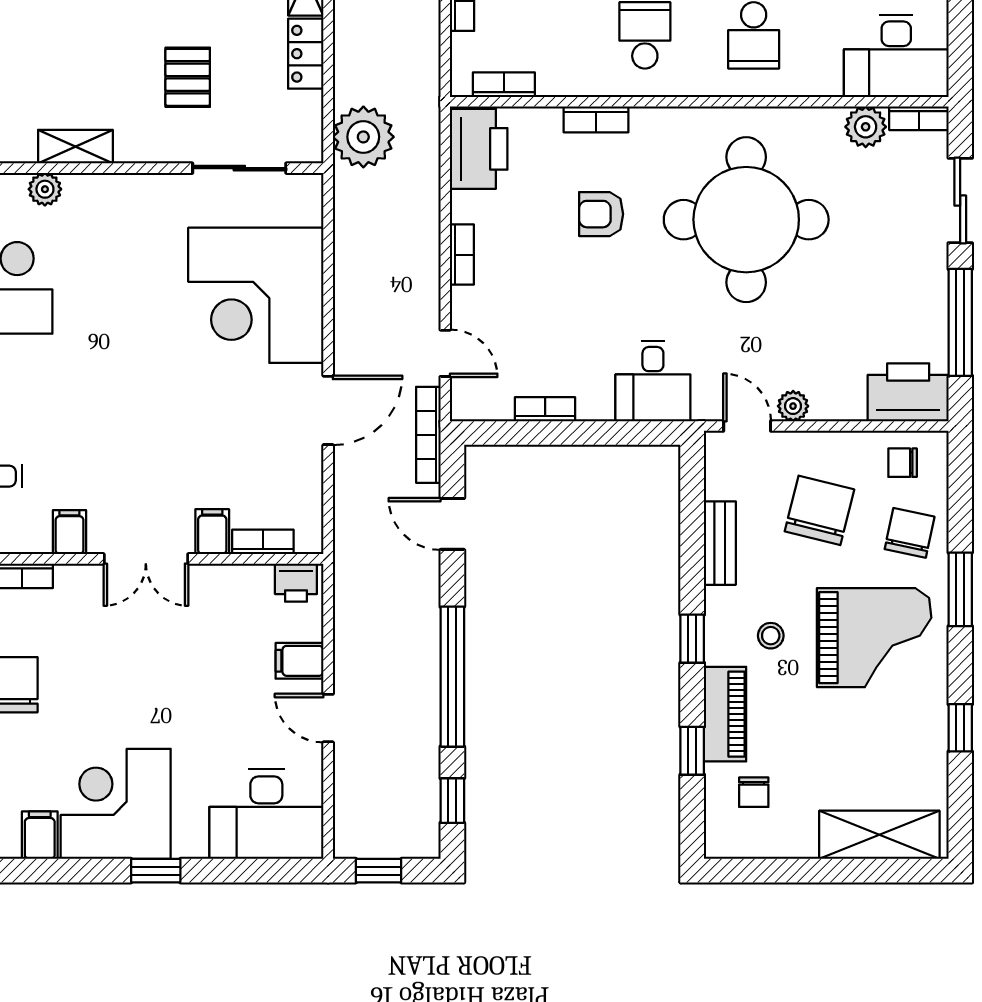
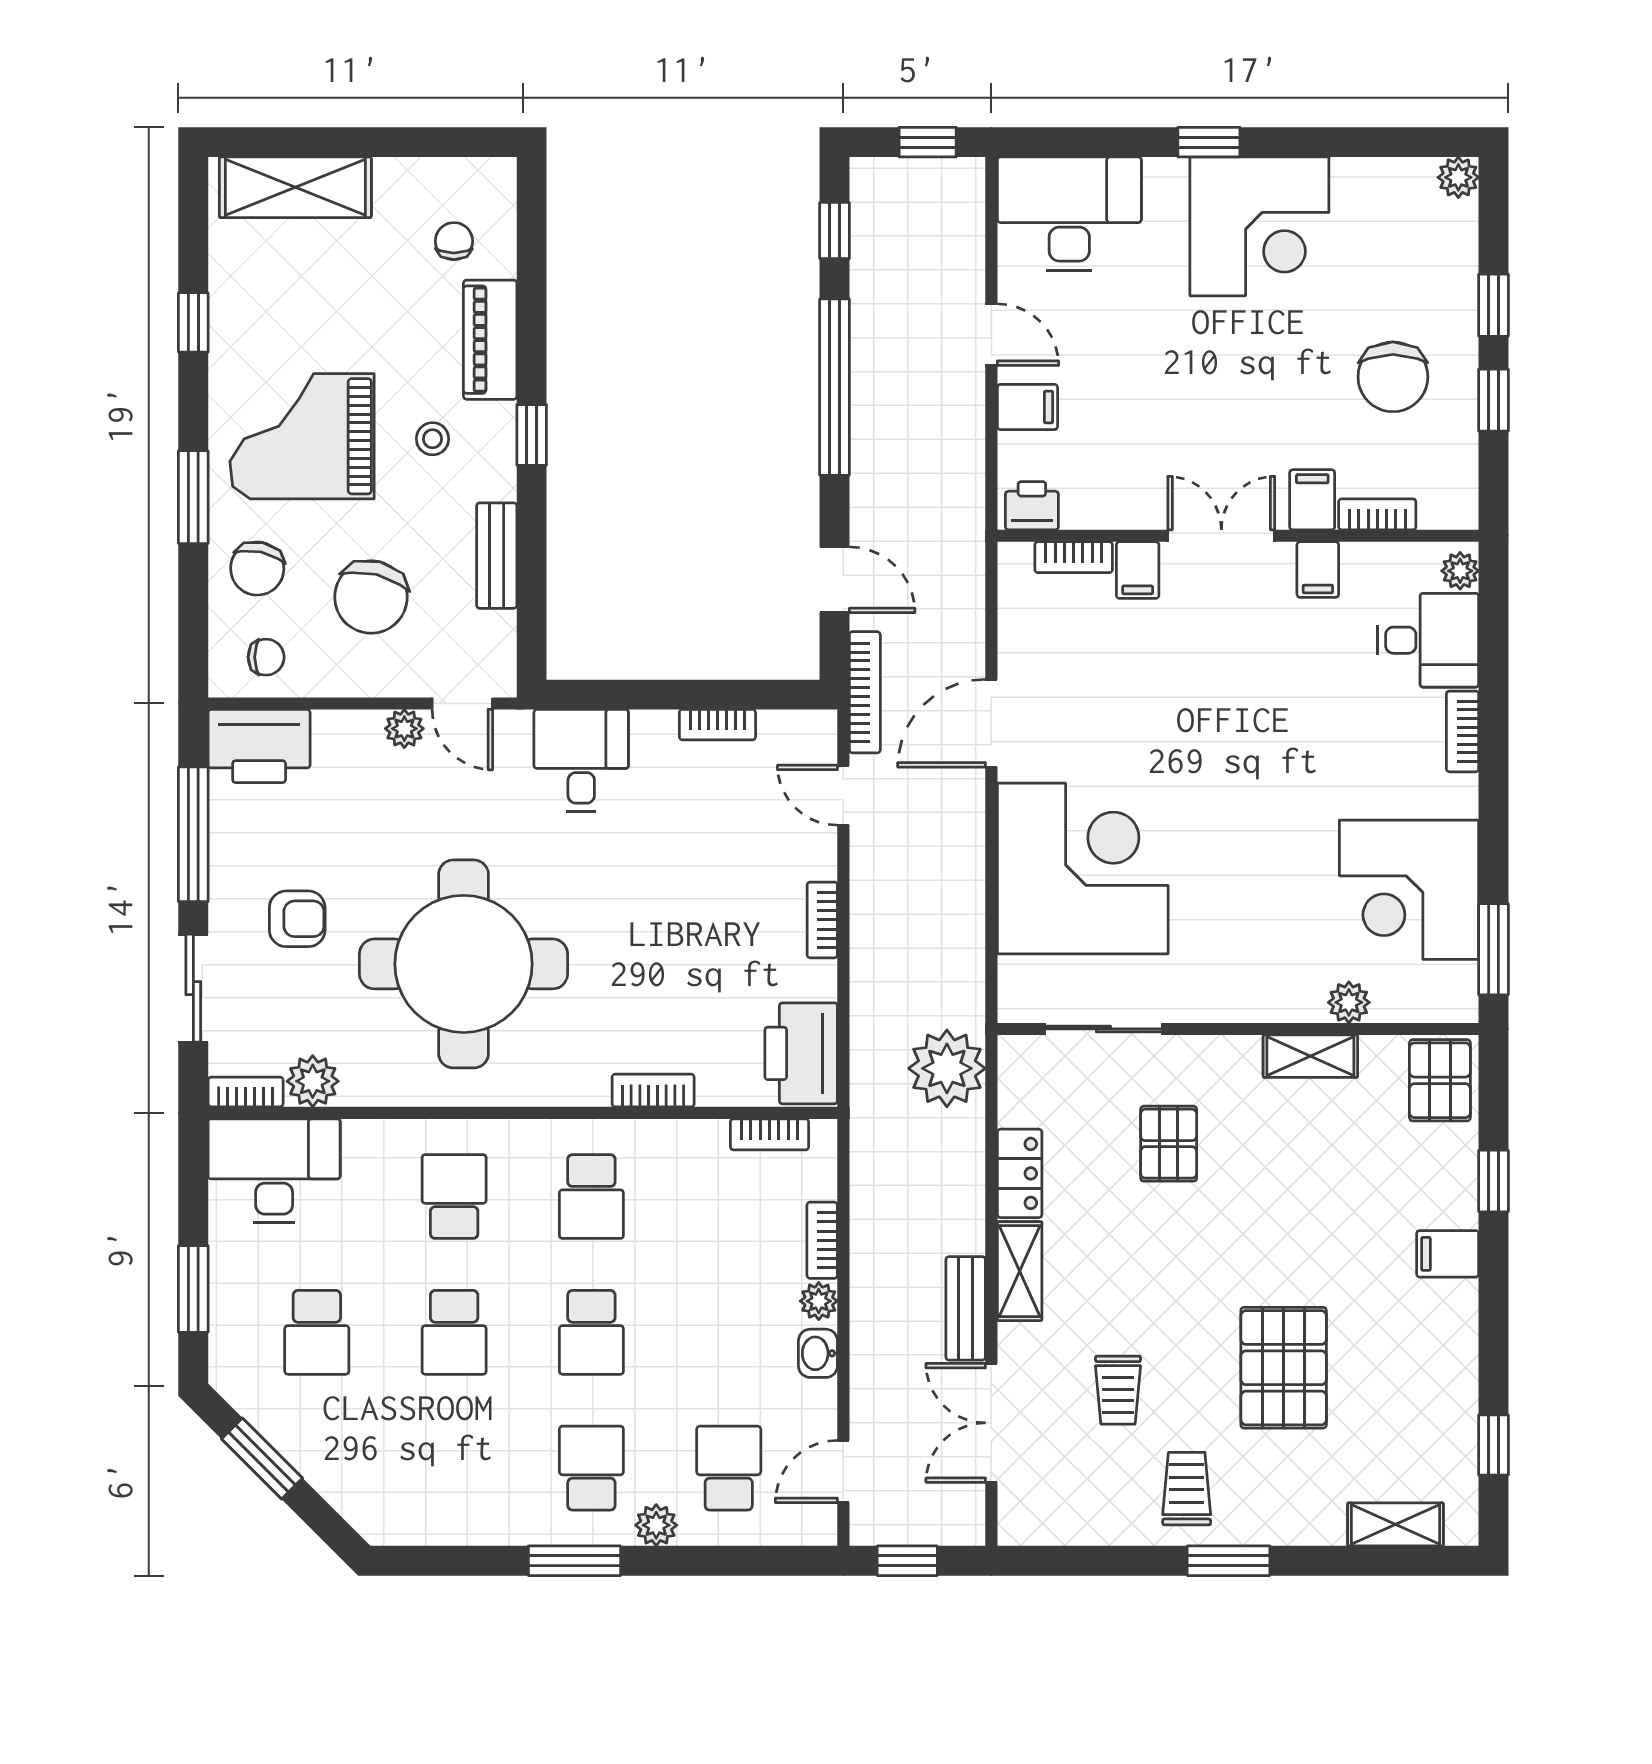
armchair: (601, 214) -> (297, 919), moved
window: (692, 751) -> (532, 293), removed
filing cabinet: (40, 835) -> (1312, 500), moved, turned 180

